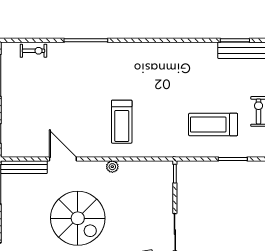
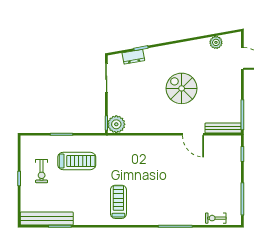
treadmill: (122, 122) -> (118, 202), moved
plant: (112, 167) -> (116, 124), moved, width x1.88, depth x1.88
spiral stairs: (78, 218) -> (182, 88), width x0.73, depth x0.73

